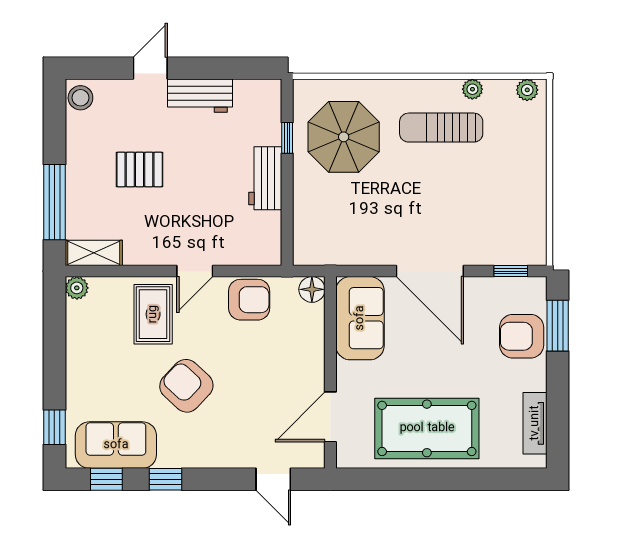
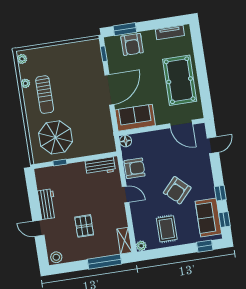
workbench: (265, 178) -> (100, 166), moved
armchair: (249, 300) -> (135, 168), turned 90
rug: (153, 314) -> (167, 229), moved, turned 90

